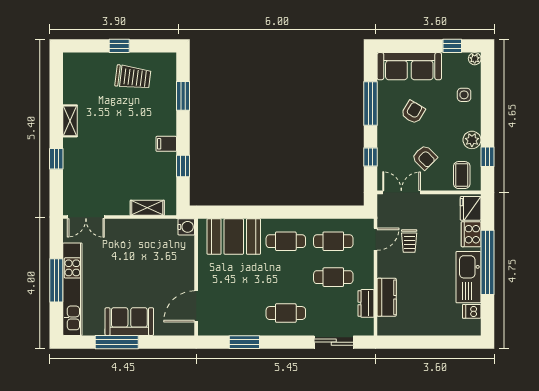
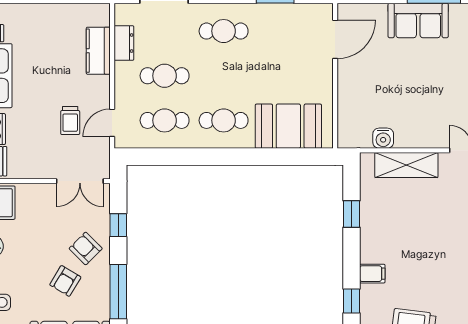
window: (183, 96) -> (351, 301), width x0.67
filing cabinet: (166, 144) -> (372, 274), moved
armchair: (425, 157) -> (86, 248), moved
shelving: (147, 208) -> (406, 165), width x1.50, depth x1.33
water cooler: (186, 227) -> (383, 138), moved, turned -90
trolley: (409, 241) -> (70, 121), turned 180

